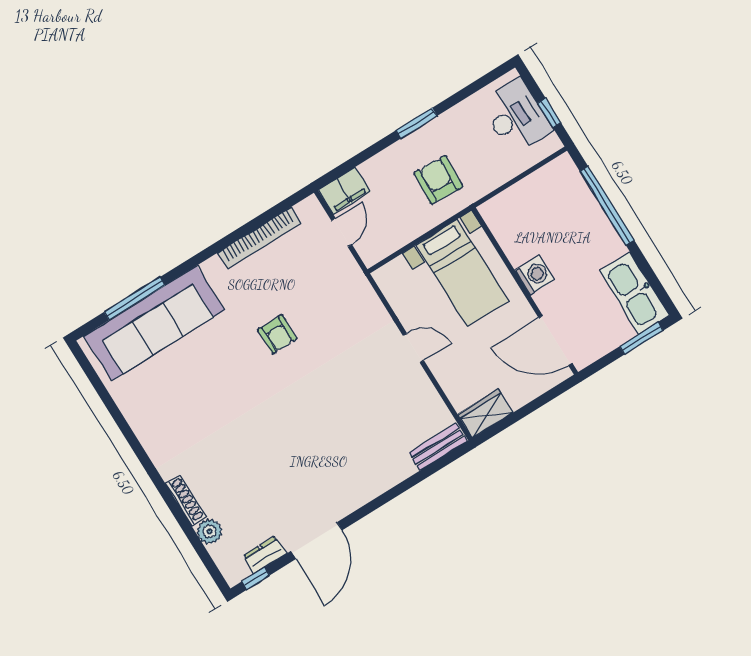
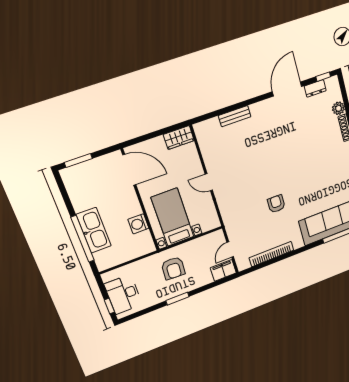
window: (549, 113) -> (109, 306), moved
washing machine: (535, 275) -> (138, 224), moved
kitchen sink: (634, 293) -> (94, 230), moved
bench: (438, 447) -> (235, 116), moved

